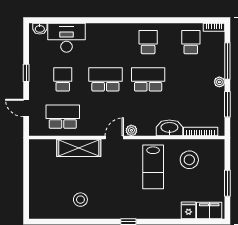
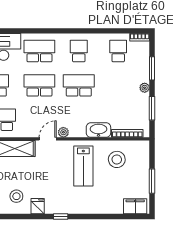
school desk: (105, 42) -> (39, 51), added
window: (227, 61) -> (152, 68), width x0.69
fridge: (189, 210) -> (38, 206), moved

